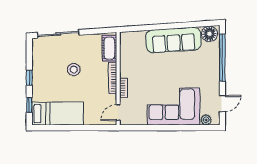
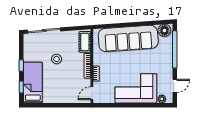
sofa: (173, 40) -> (128, 38), width x1.36, depth x1.27
bed: (58, 114) -> (33, 83), moved, turned -90

